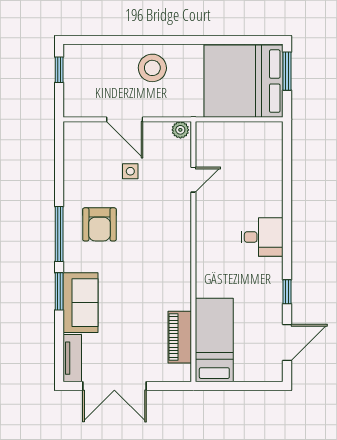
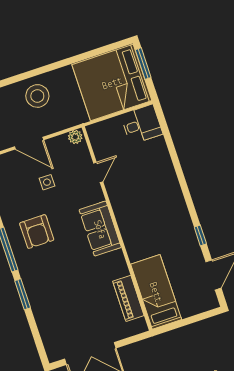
desk: (262, 237) -> (142, 124), moved
sofa: (80, 303) -> (100, 229), moved, turned 180
tv unit: (72, 358) -> (50, 343), removed

